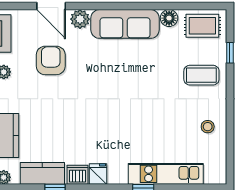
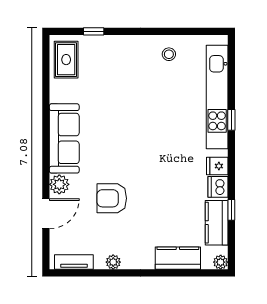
floor lamp: (169, 18) -> (58, 94), removed
armchair: (51, 60) -> (112, 198), moved
coffee table: (201, 75) -> (116, 61), removed
kitchen unit: (166, 174) -> (217, 97), width x1.36

